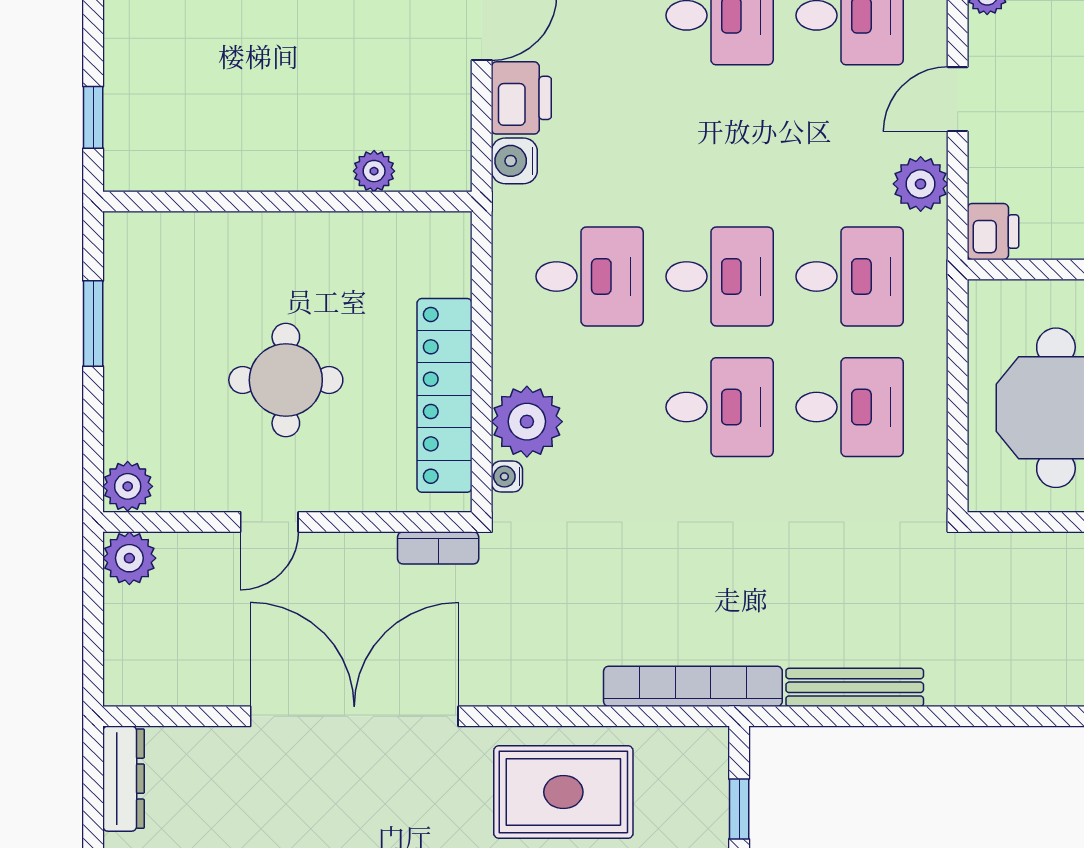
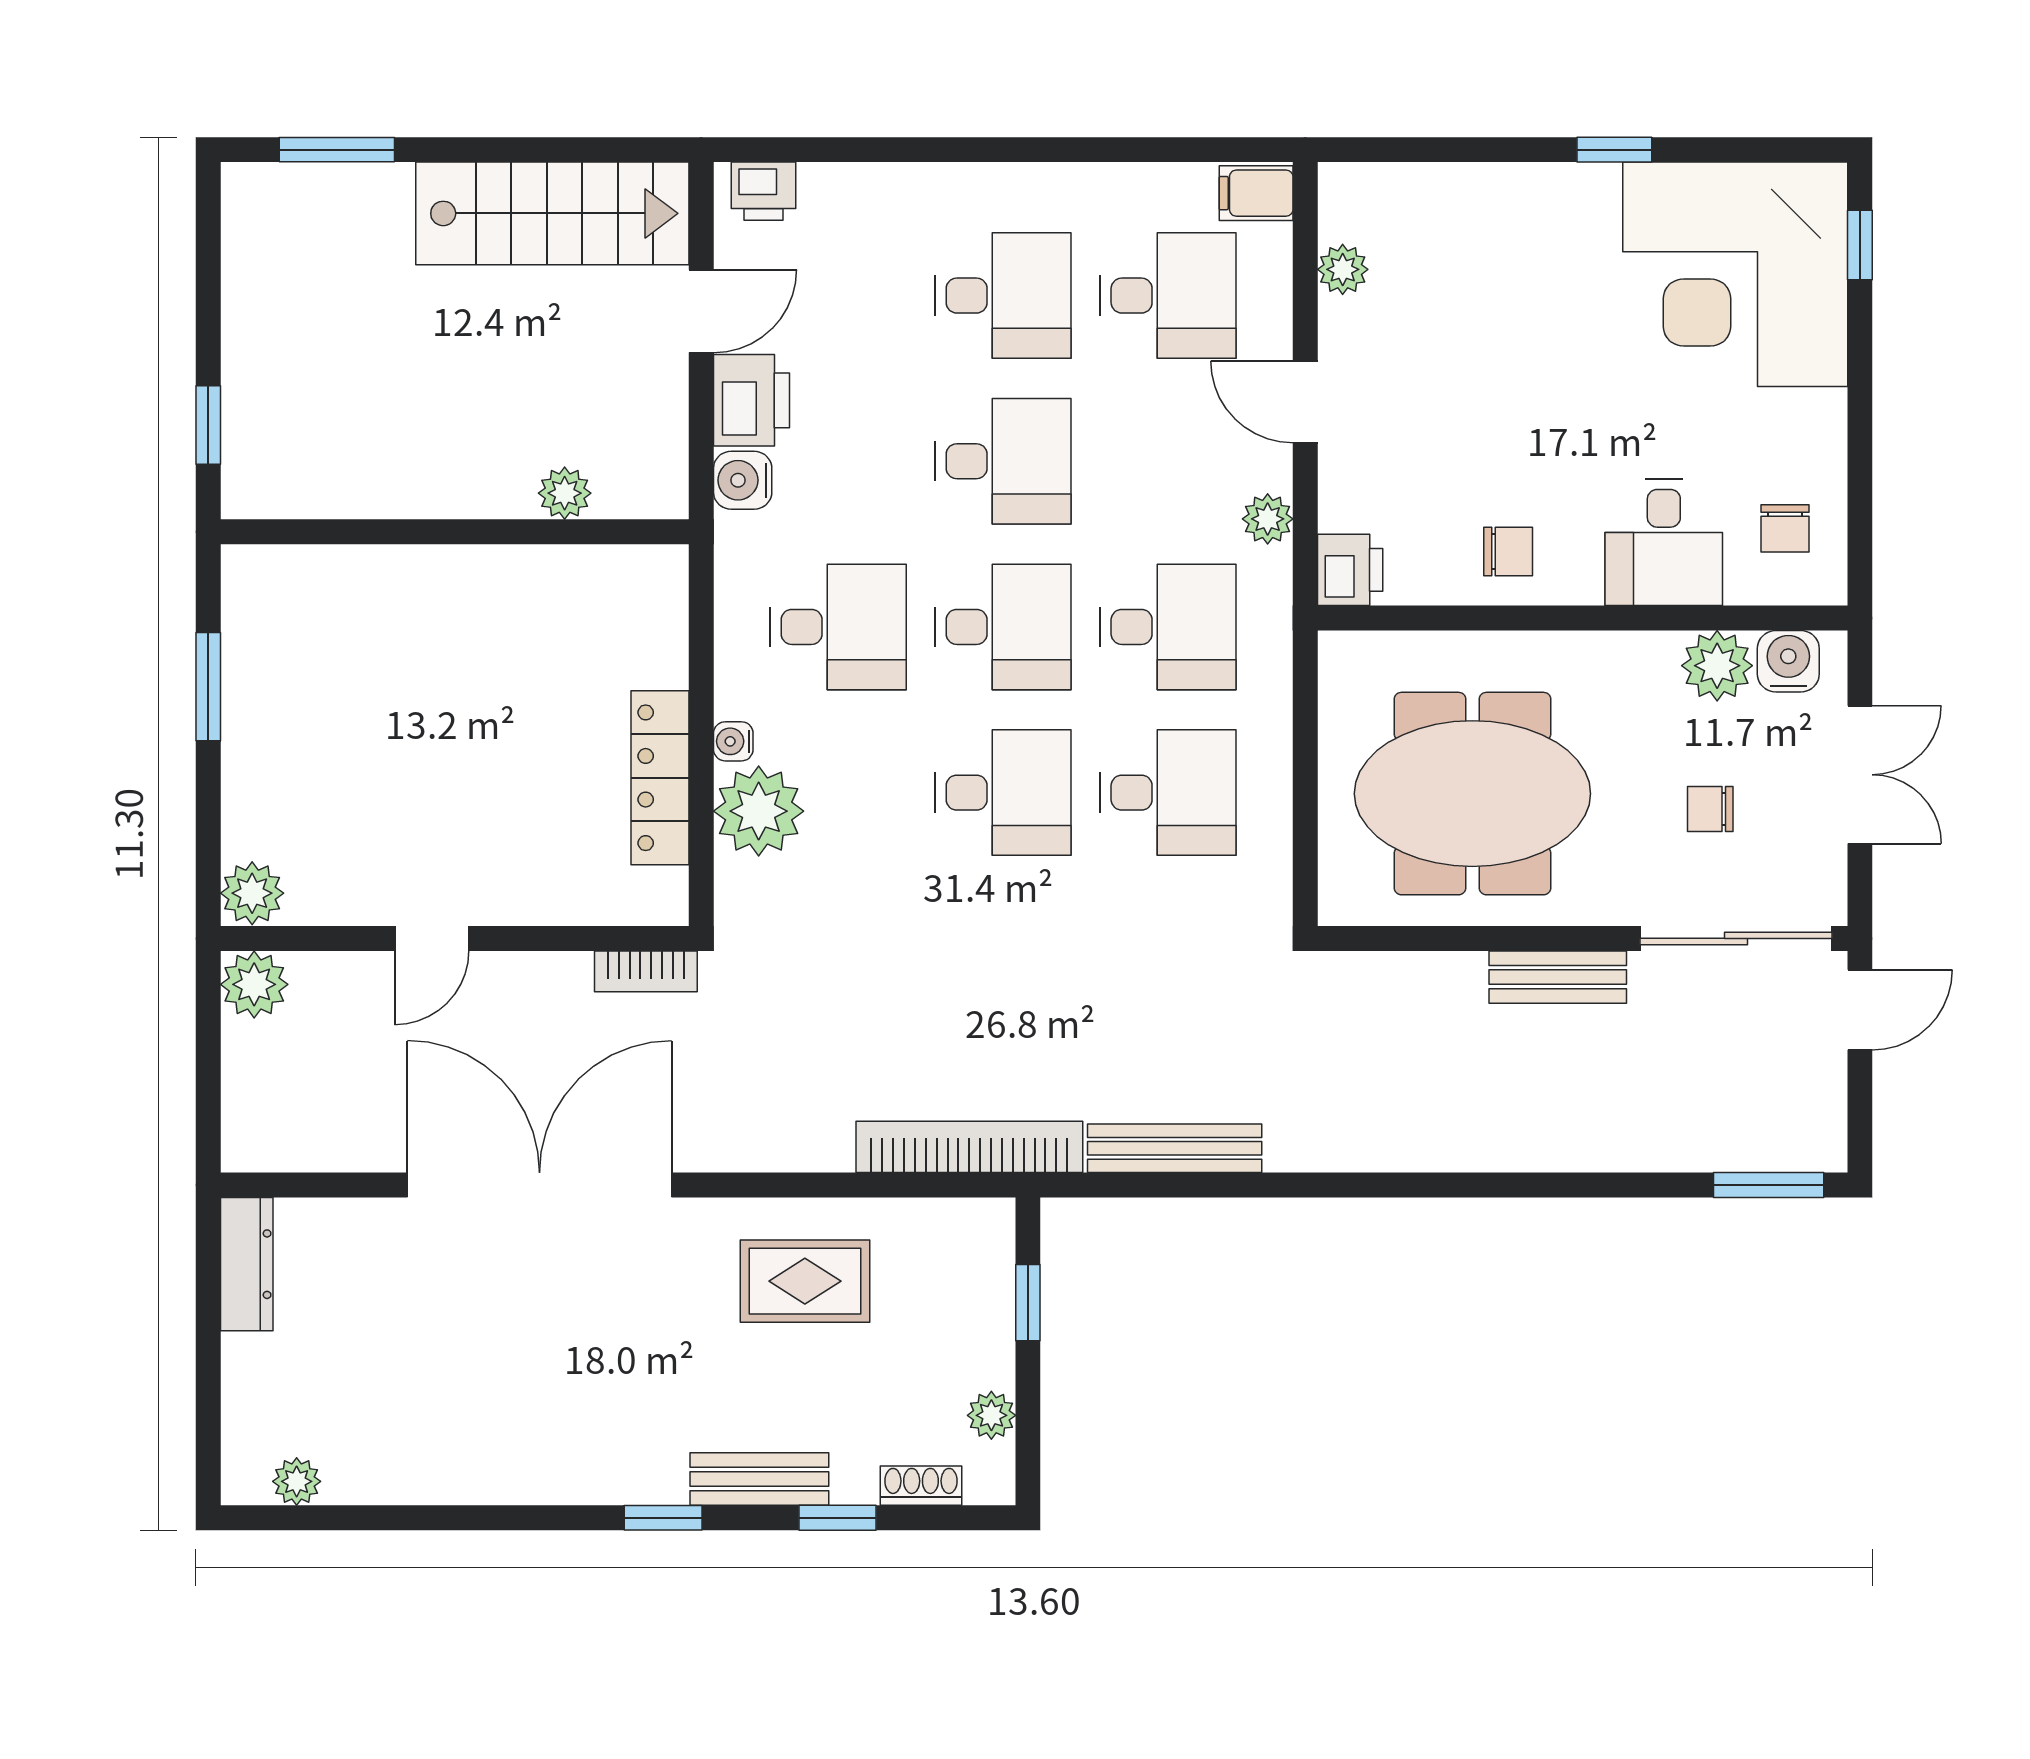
door: (958, 99) -> (1305, 402), hinge flipped
desk: (720, 146) -> (1003, 461), added
plant: (921, 184) -> (1268, 519), width x0.73, depth x0.73
round table: (286, 380) -> (453, 758), removed
locker: (444, 395) -> (660, 778), width x0.71, depth x0.83
water cooler: (507, 477) -> (733, 741), moved
rug: (563, 792) -> (805, 1281), width x0.73, depth x0.70

